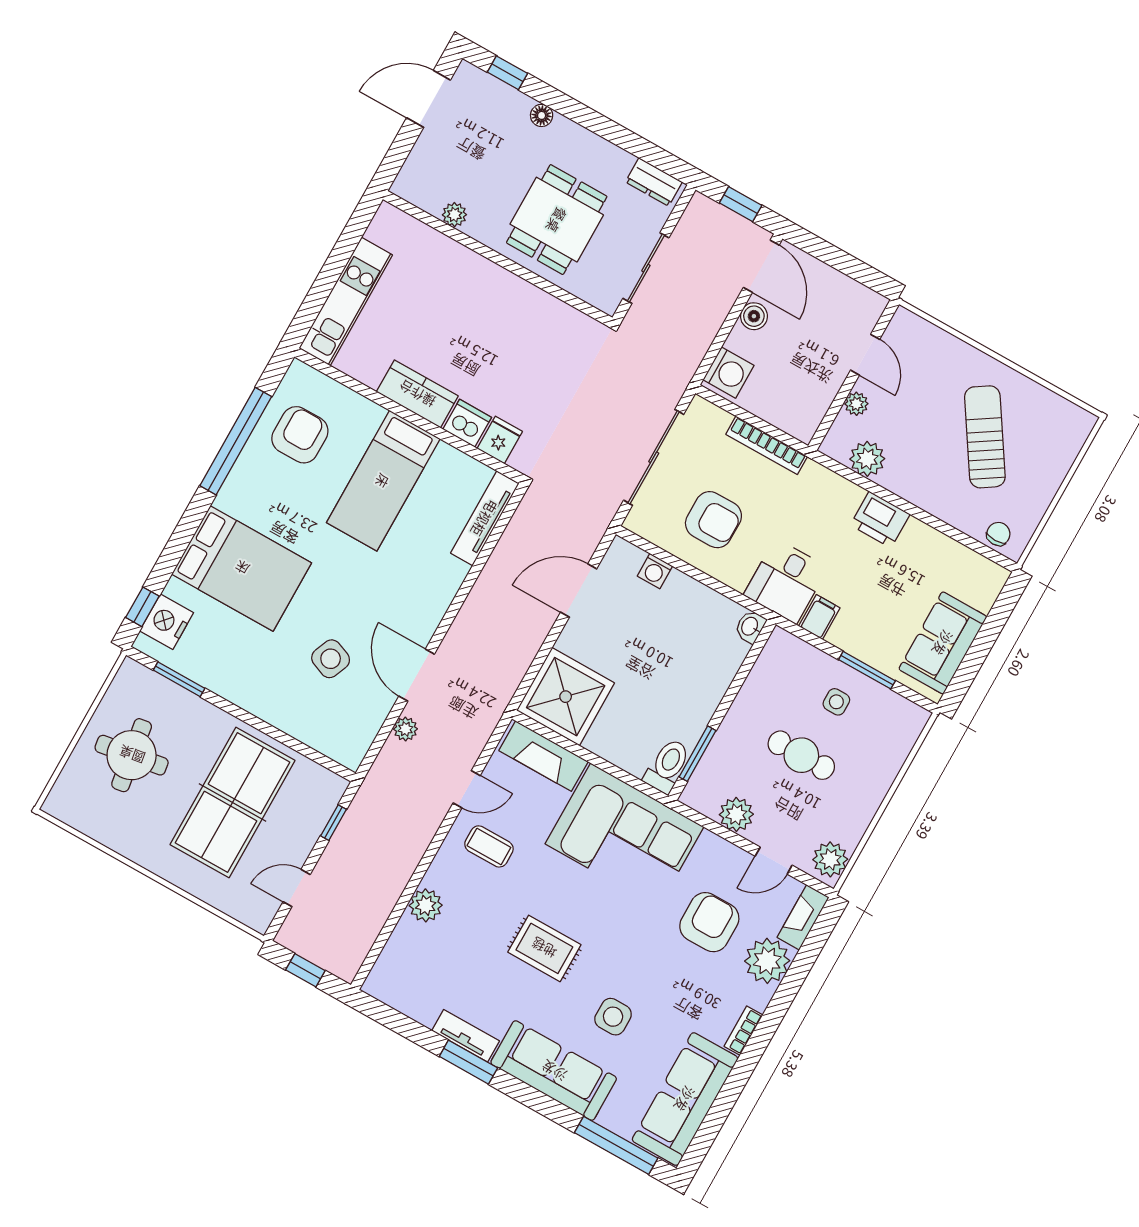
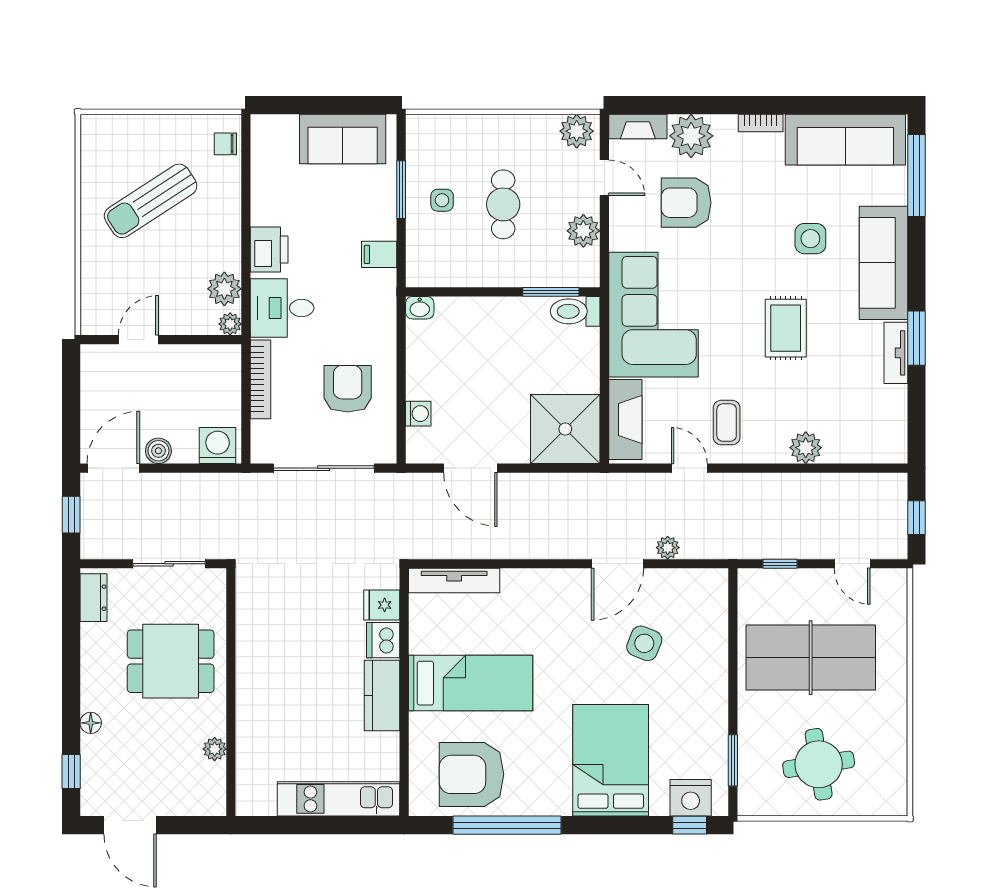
plant: (856, 404) -> (230, 324), moved
armchair: (300, 435) -> (472, 774), width x1.36, depth x1.36
desk: (786, 581) -> (282, 308), moved, turned 180

